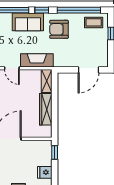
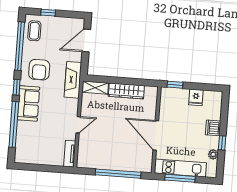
fireplace: (37, 60) -> (73, 80), moved
door: (88, 70) -> (86, 40), swing flipped

